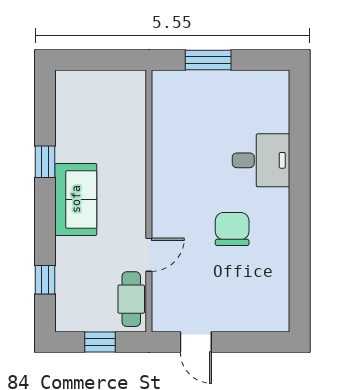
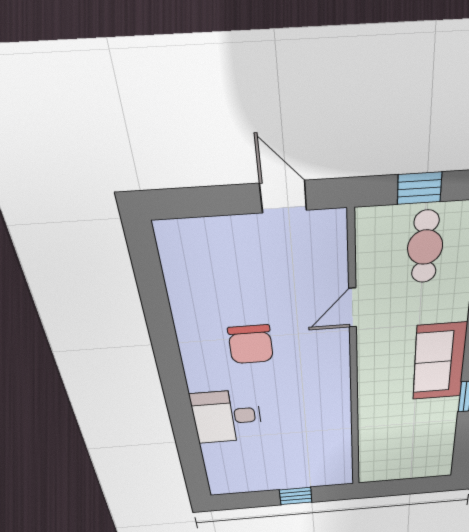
window: (208, 60) -> (296, 496), width x0.67
cafe table: (131, 299) -> (425, 247), moved

